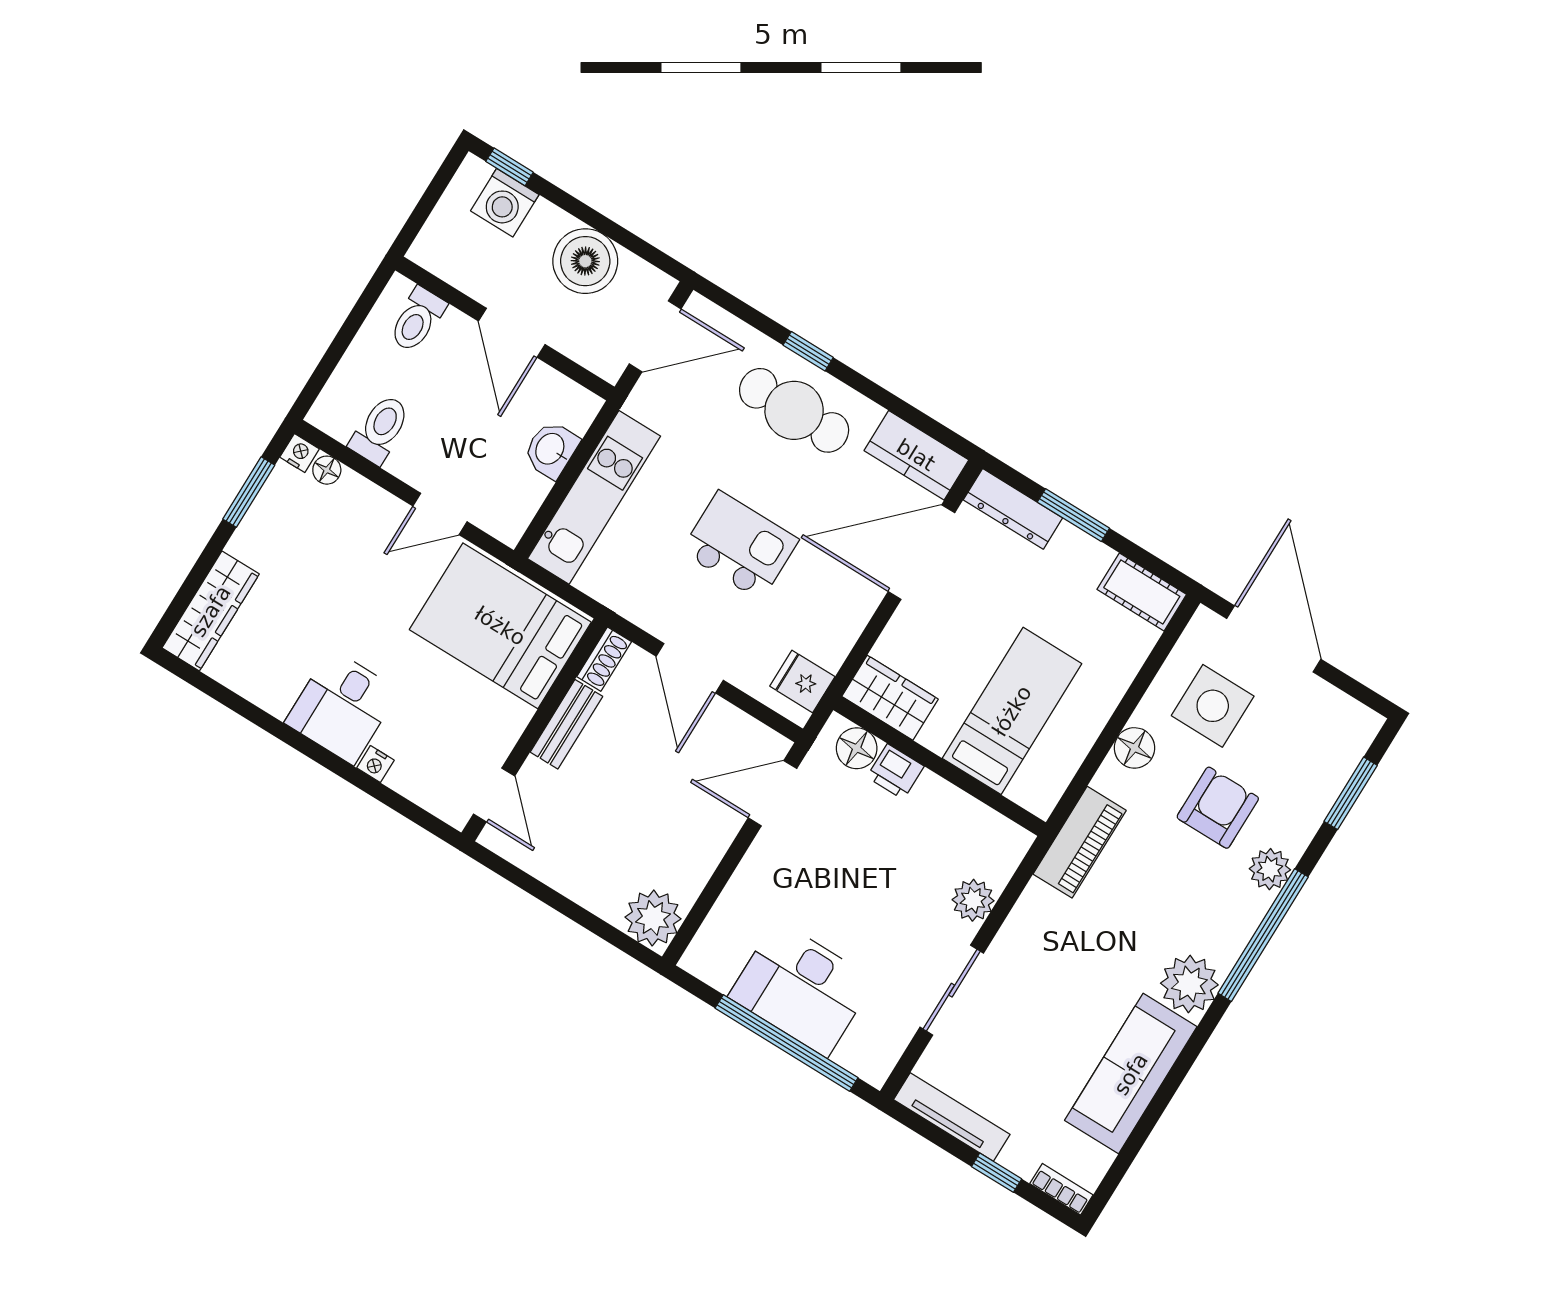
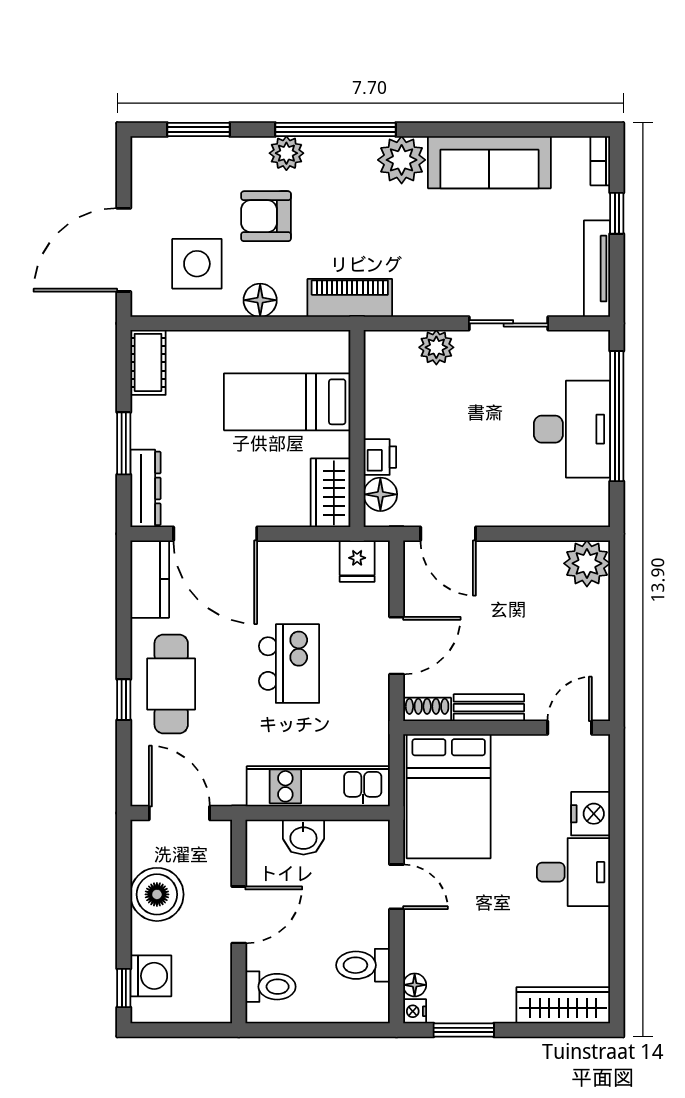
kitchen island: (740, 546) -> (289, 664), turned 180
nightstand: (375, 764) -> (591, 814), width x1.89, depth x1.79

